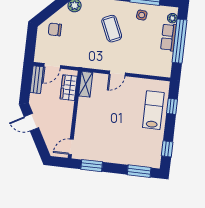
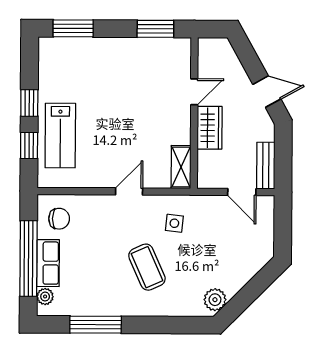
side table: (142, 15) -> (174, 223), moved
chair: (55, 29) -> (59, 219), moved
door: (52, 66) -> (242, 192), swing flipped
wardrobe: (69, 88) -> (210, 128), moved
door: (71, 147) -> (194, 92), moved
window: (167, 149) -> (29, 103), moved

